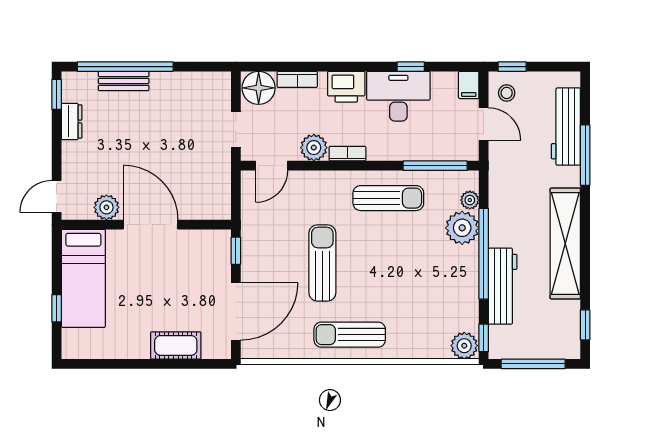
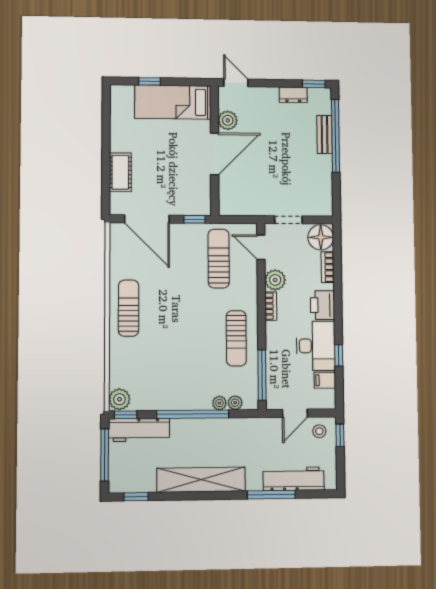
filing cabinet: (469, 85) -> (325, 380), moved
plant: (462, 228) -> (219, 403), width x0.53, depth x0.53
sun lounger: (322, 263) -> (219, 259), moved, turned -90
workbench: (503, 286) -> (139, 430), moved

